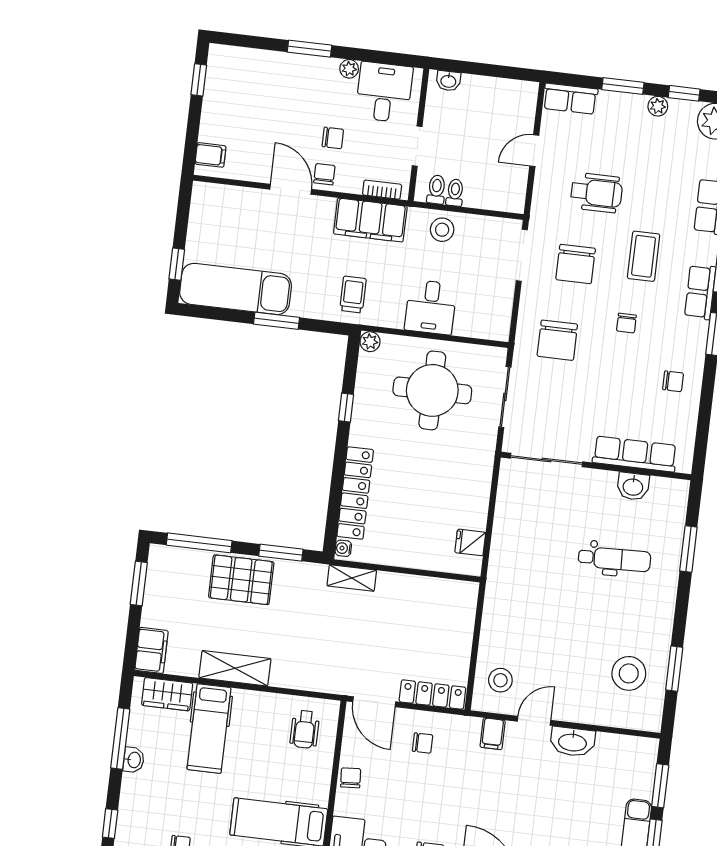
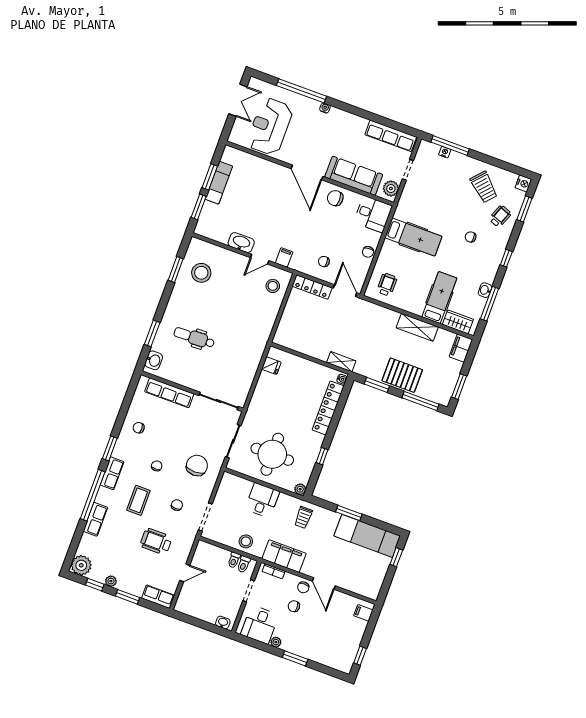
chair: (576, 264) -> (177, 505), width x0.54, depth x0.54
washbasin: (633, 486) -> (154, 360), moved, turned 90

